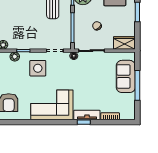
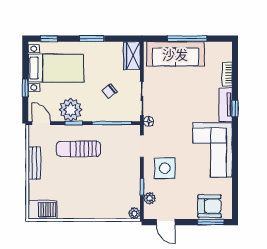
sofa: (126, 76) -> (175, 54), width x1.36

